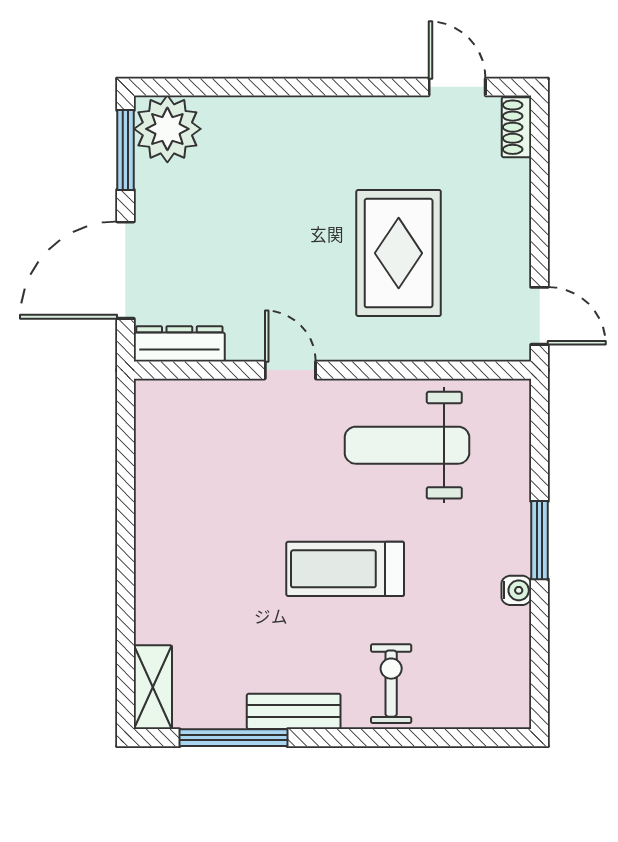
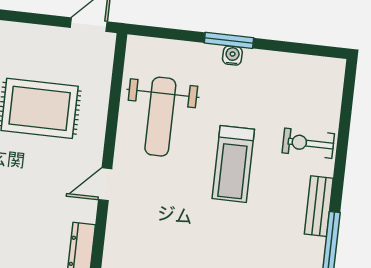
water cooler: (516, 590) -> (232, 55), moved

